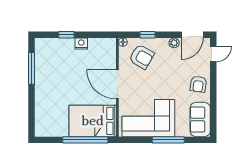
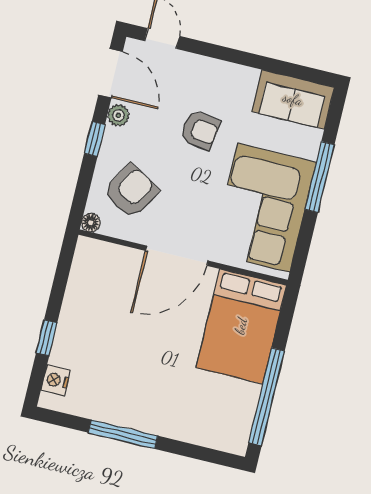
window: (148, 35) -> (95, 139), moved
nightstand: (81, 43) -> (56, 380), moved
window: (31, 68) -> (123, 434), moved
armchair: (198, 84) -> (200, 130), moved
window: (85, 140) -> (267, 397), moved

